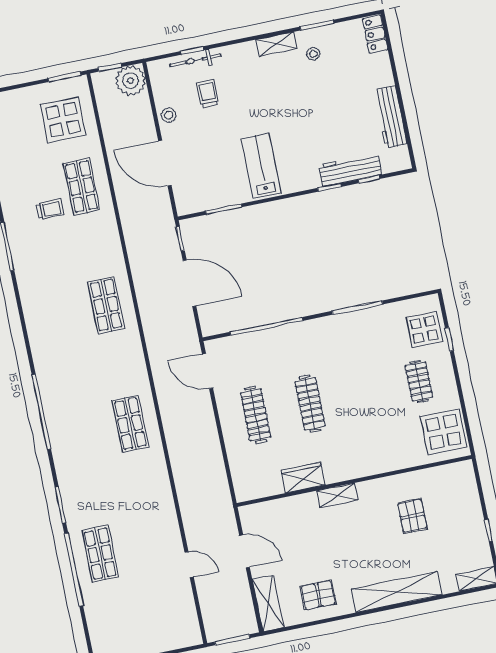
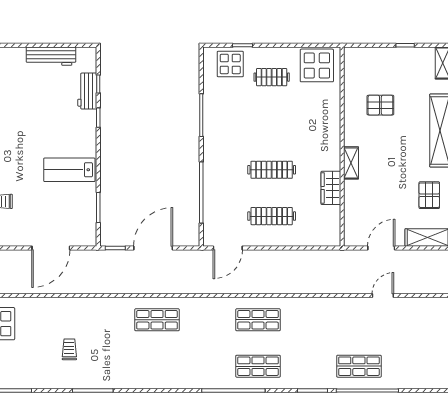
stool: (169, 115) -> (12, 237), removed
workbench: (350, 170) -> (87, 91), width x0.73
shop shelf: (82, 187) -> (258, 366), moved

